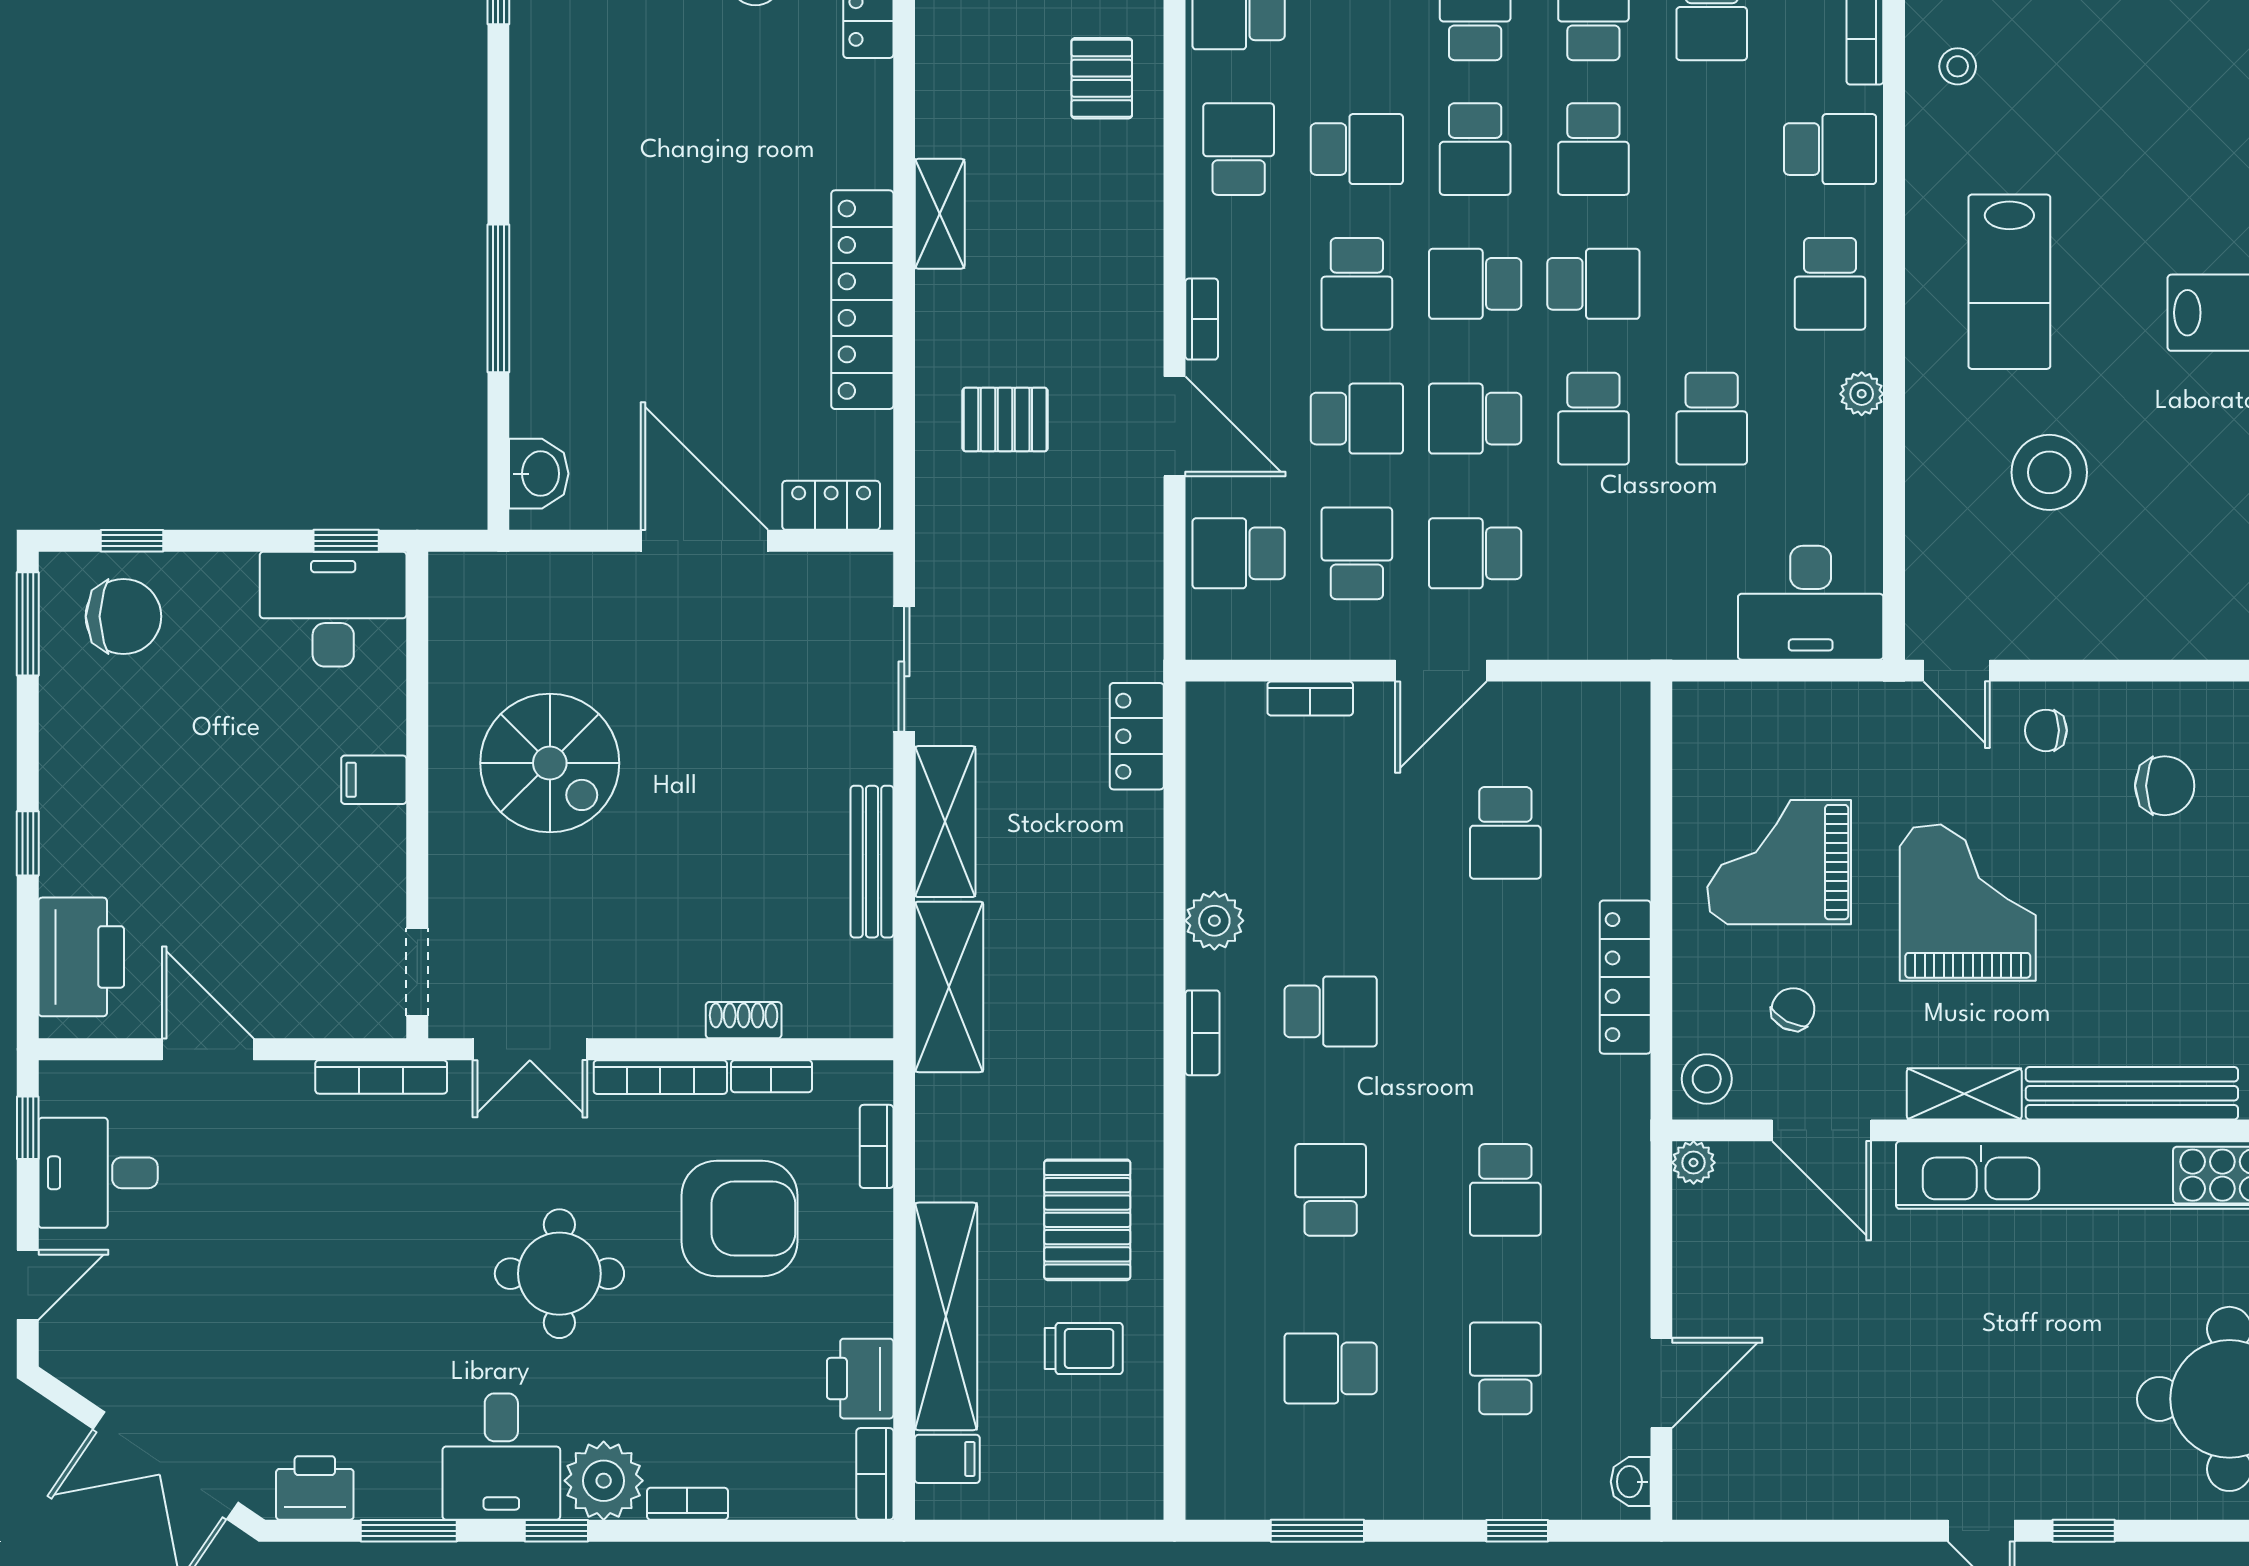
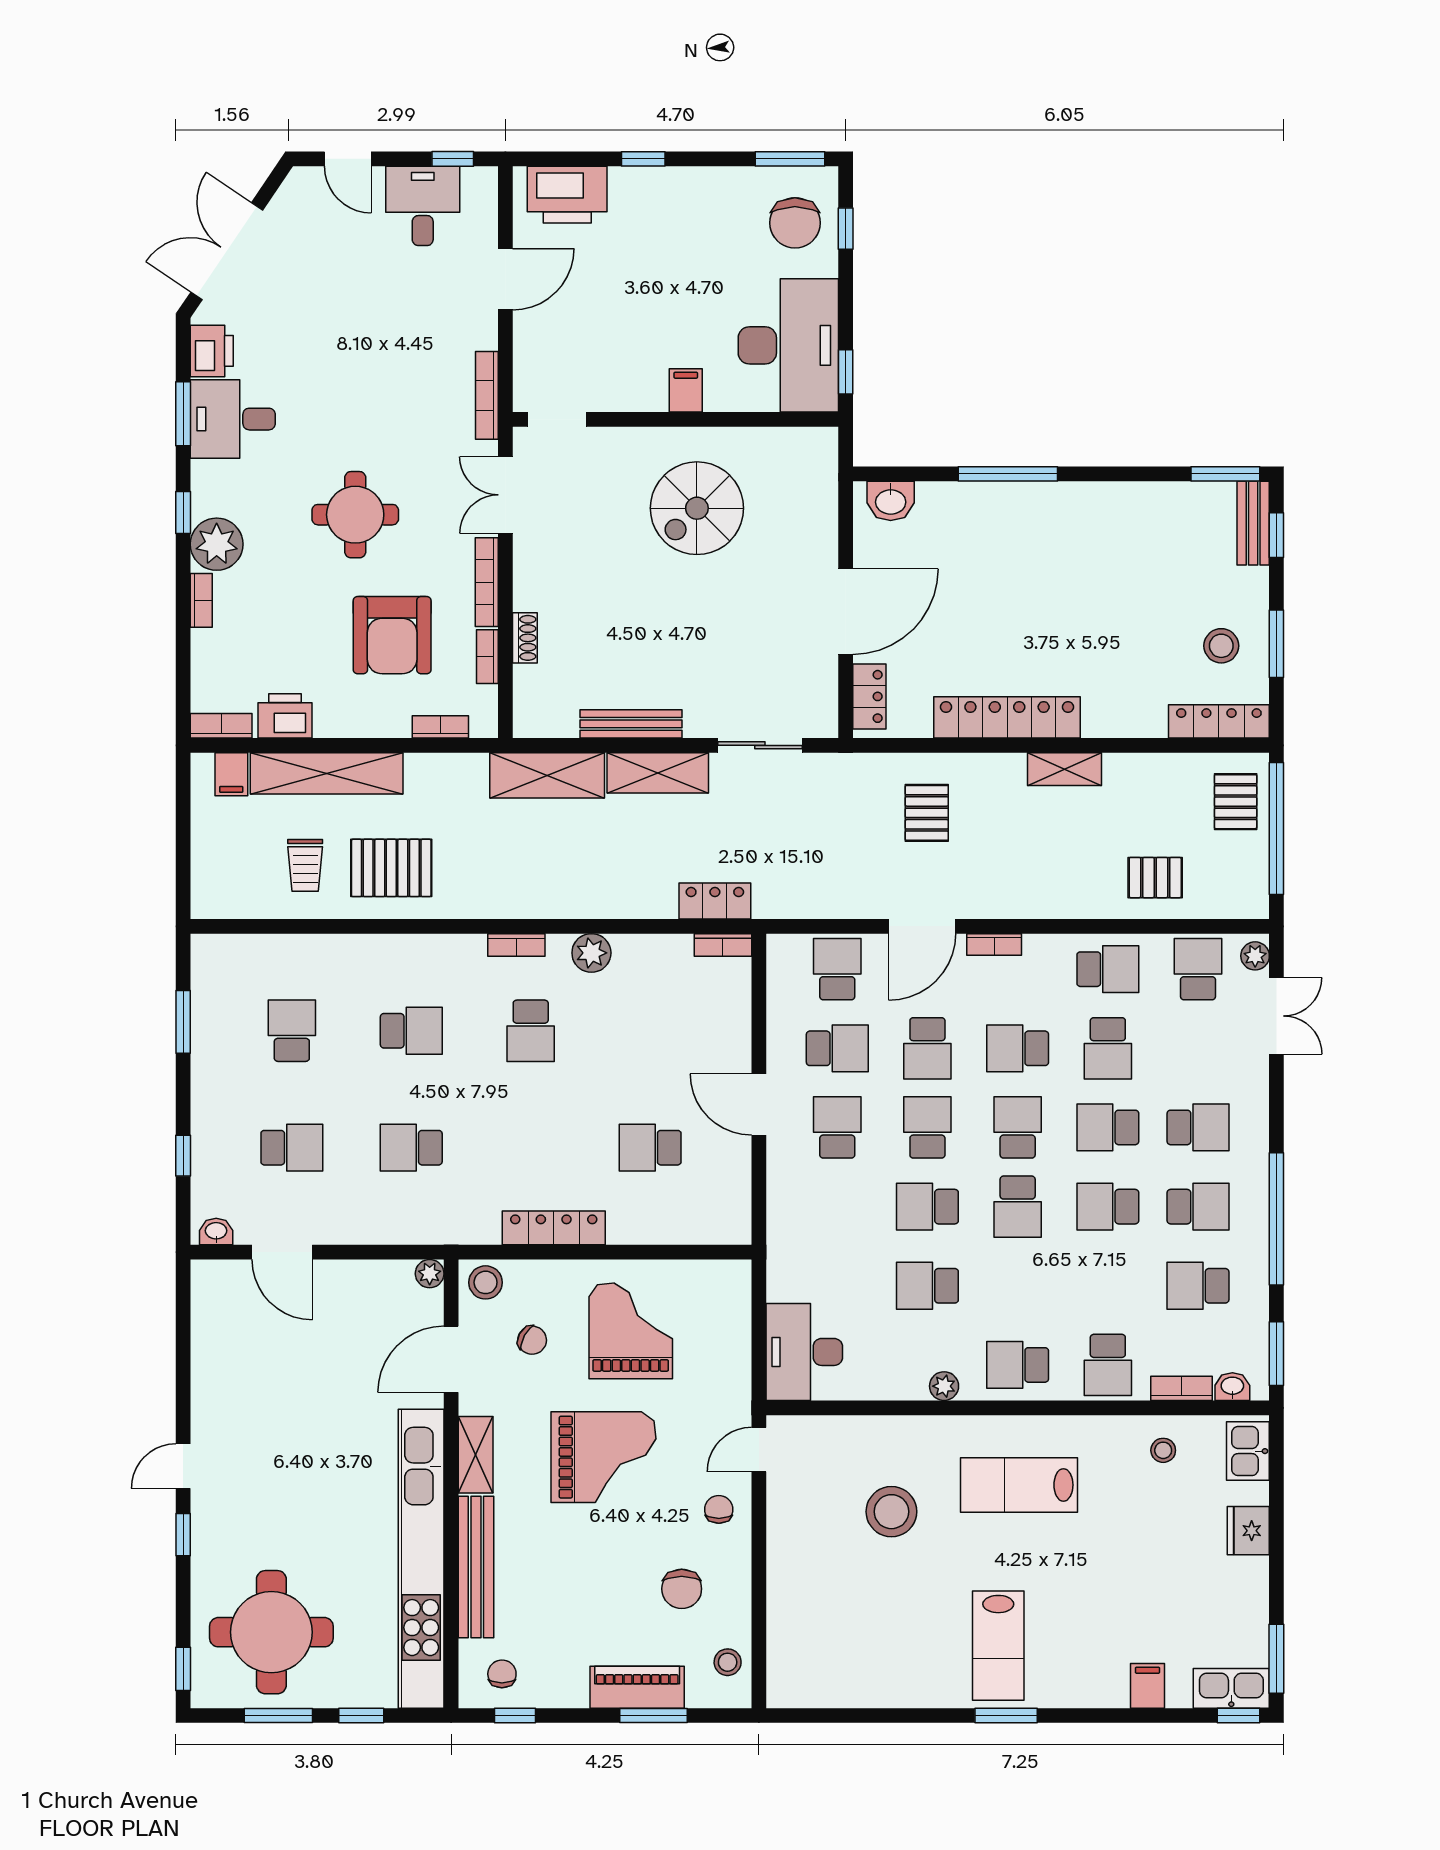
desk: (333, 609) -> (788, 345), width x1.36, depth x1.30
bookcase: (1310, 698) -> (723, 945), moved, turned -90
desk: (501, 1457) -> (233, 419), moved

